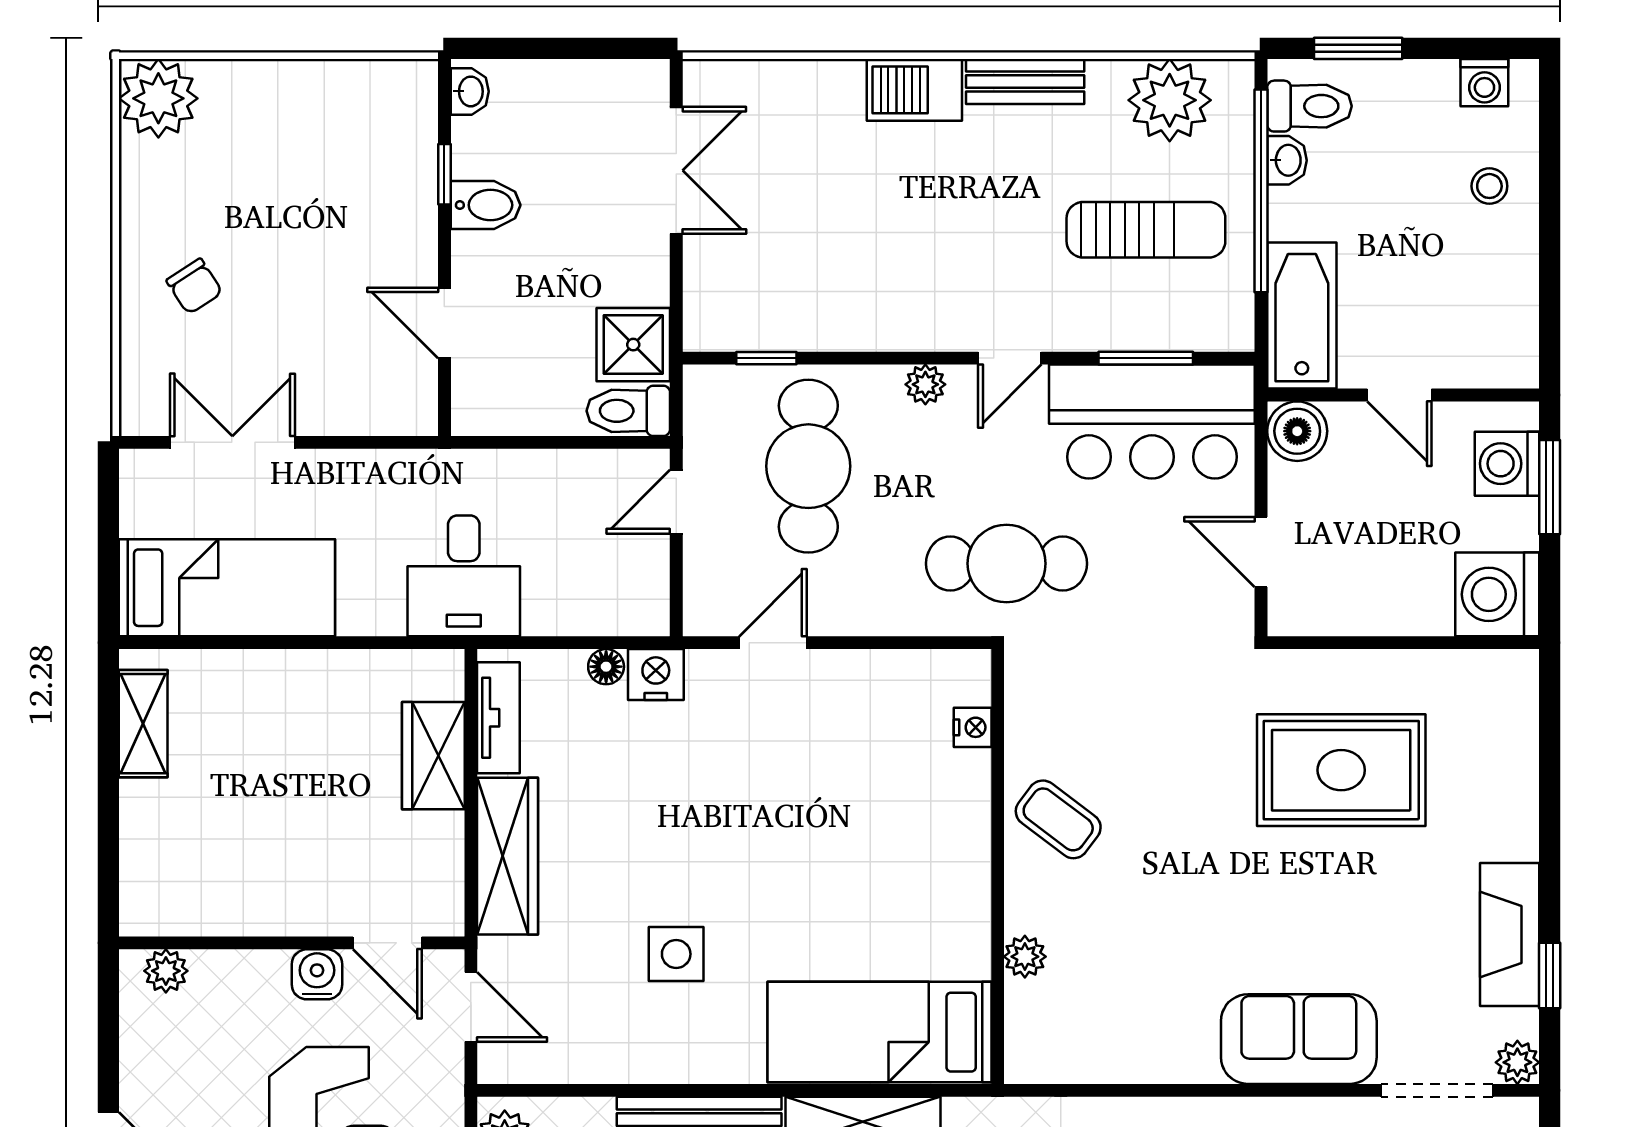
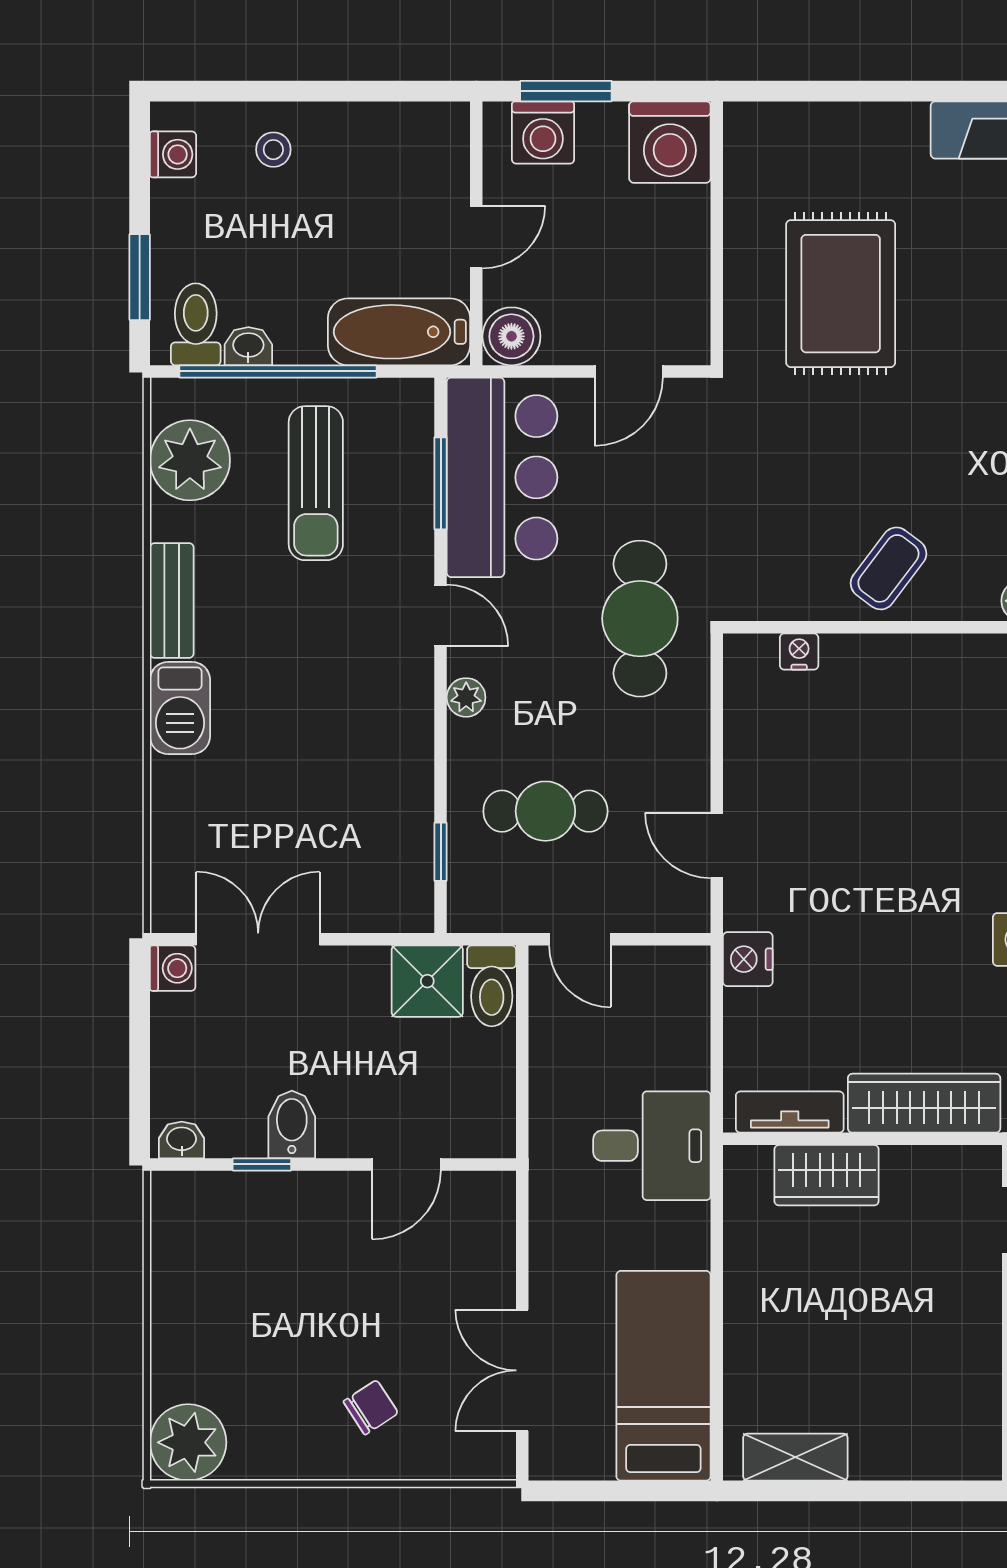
washing machine: (647, 82) -> (173, 968), added
sun lounger: (1146, 230) -> (316, 483), turned 180
cafe table: (808, 466) -> (545, 811), width x0.73, depth x0.74
floor lamp: (606, 667) -> (740, 1008), removed

